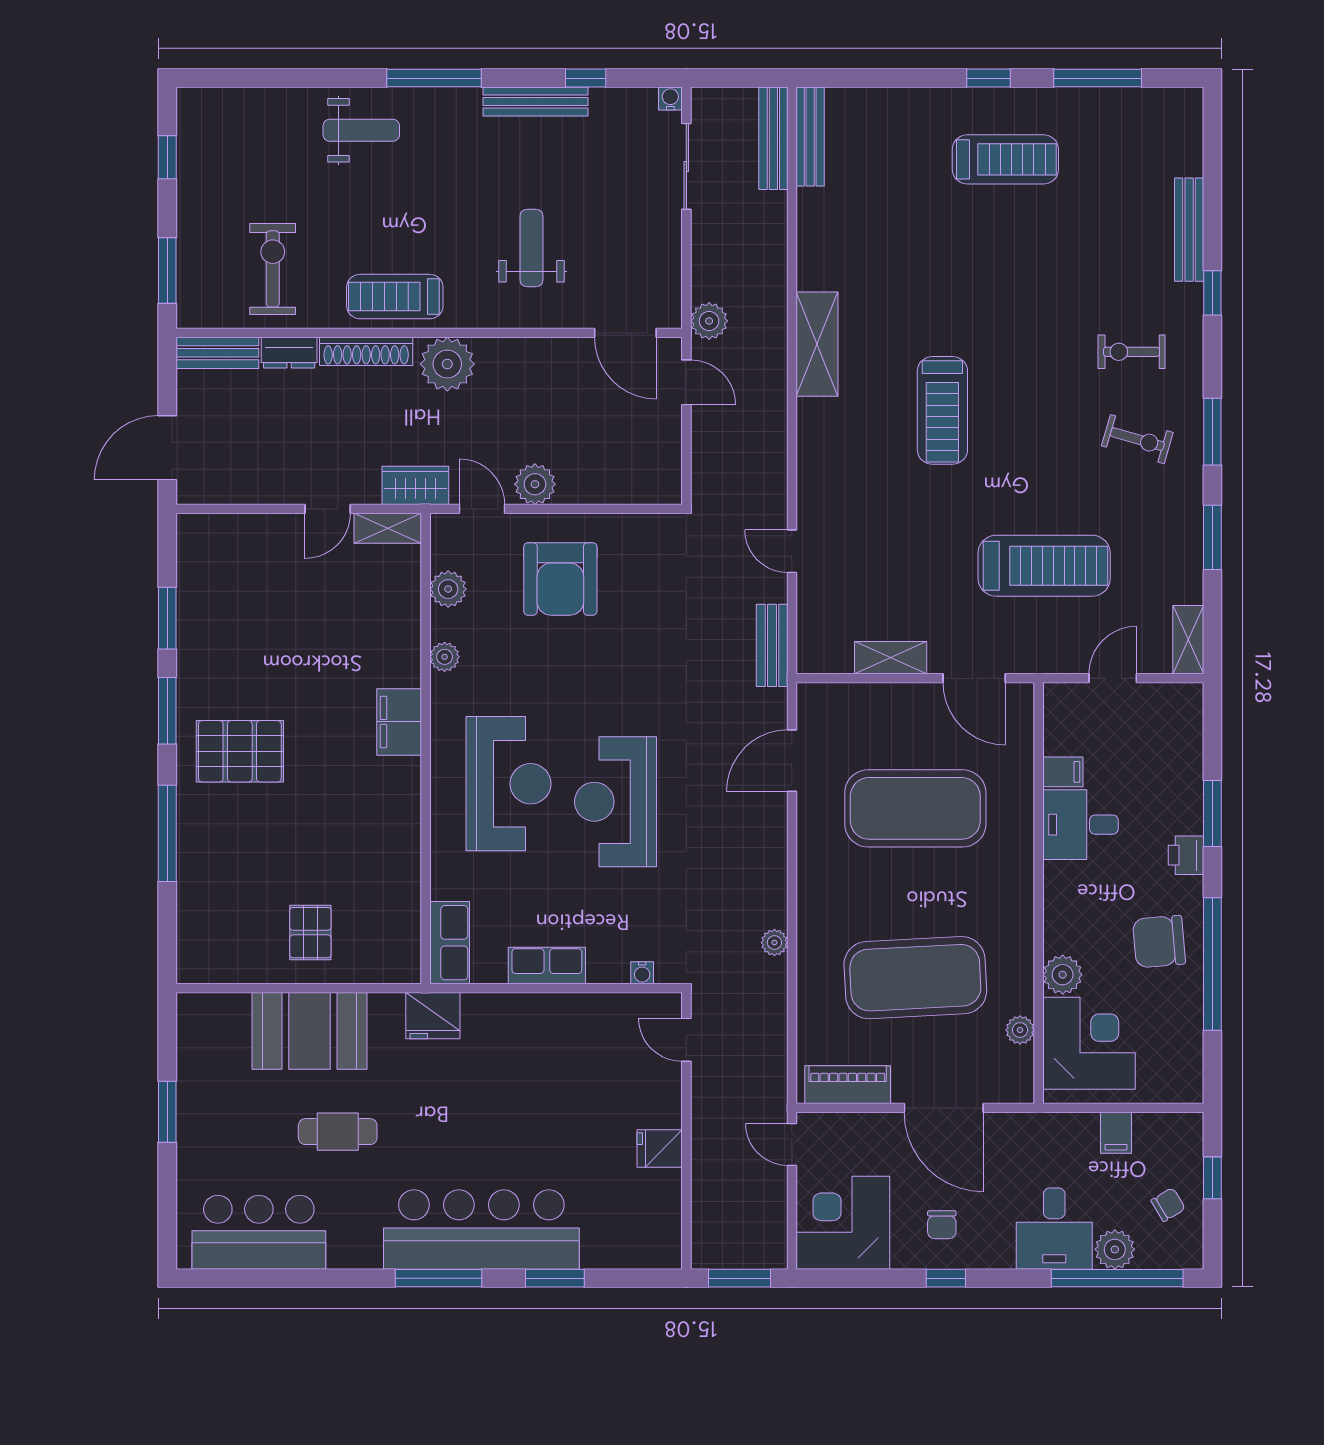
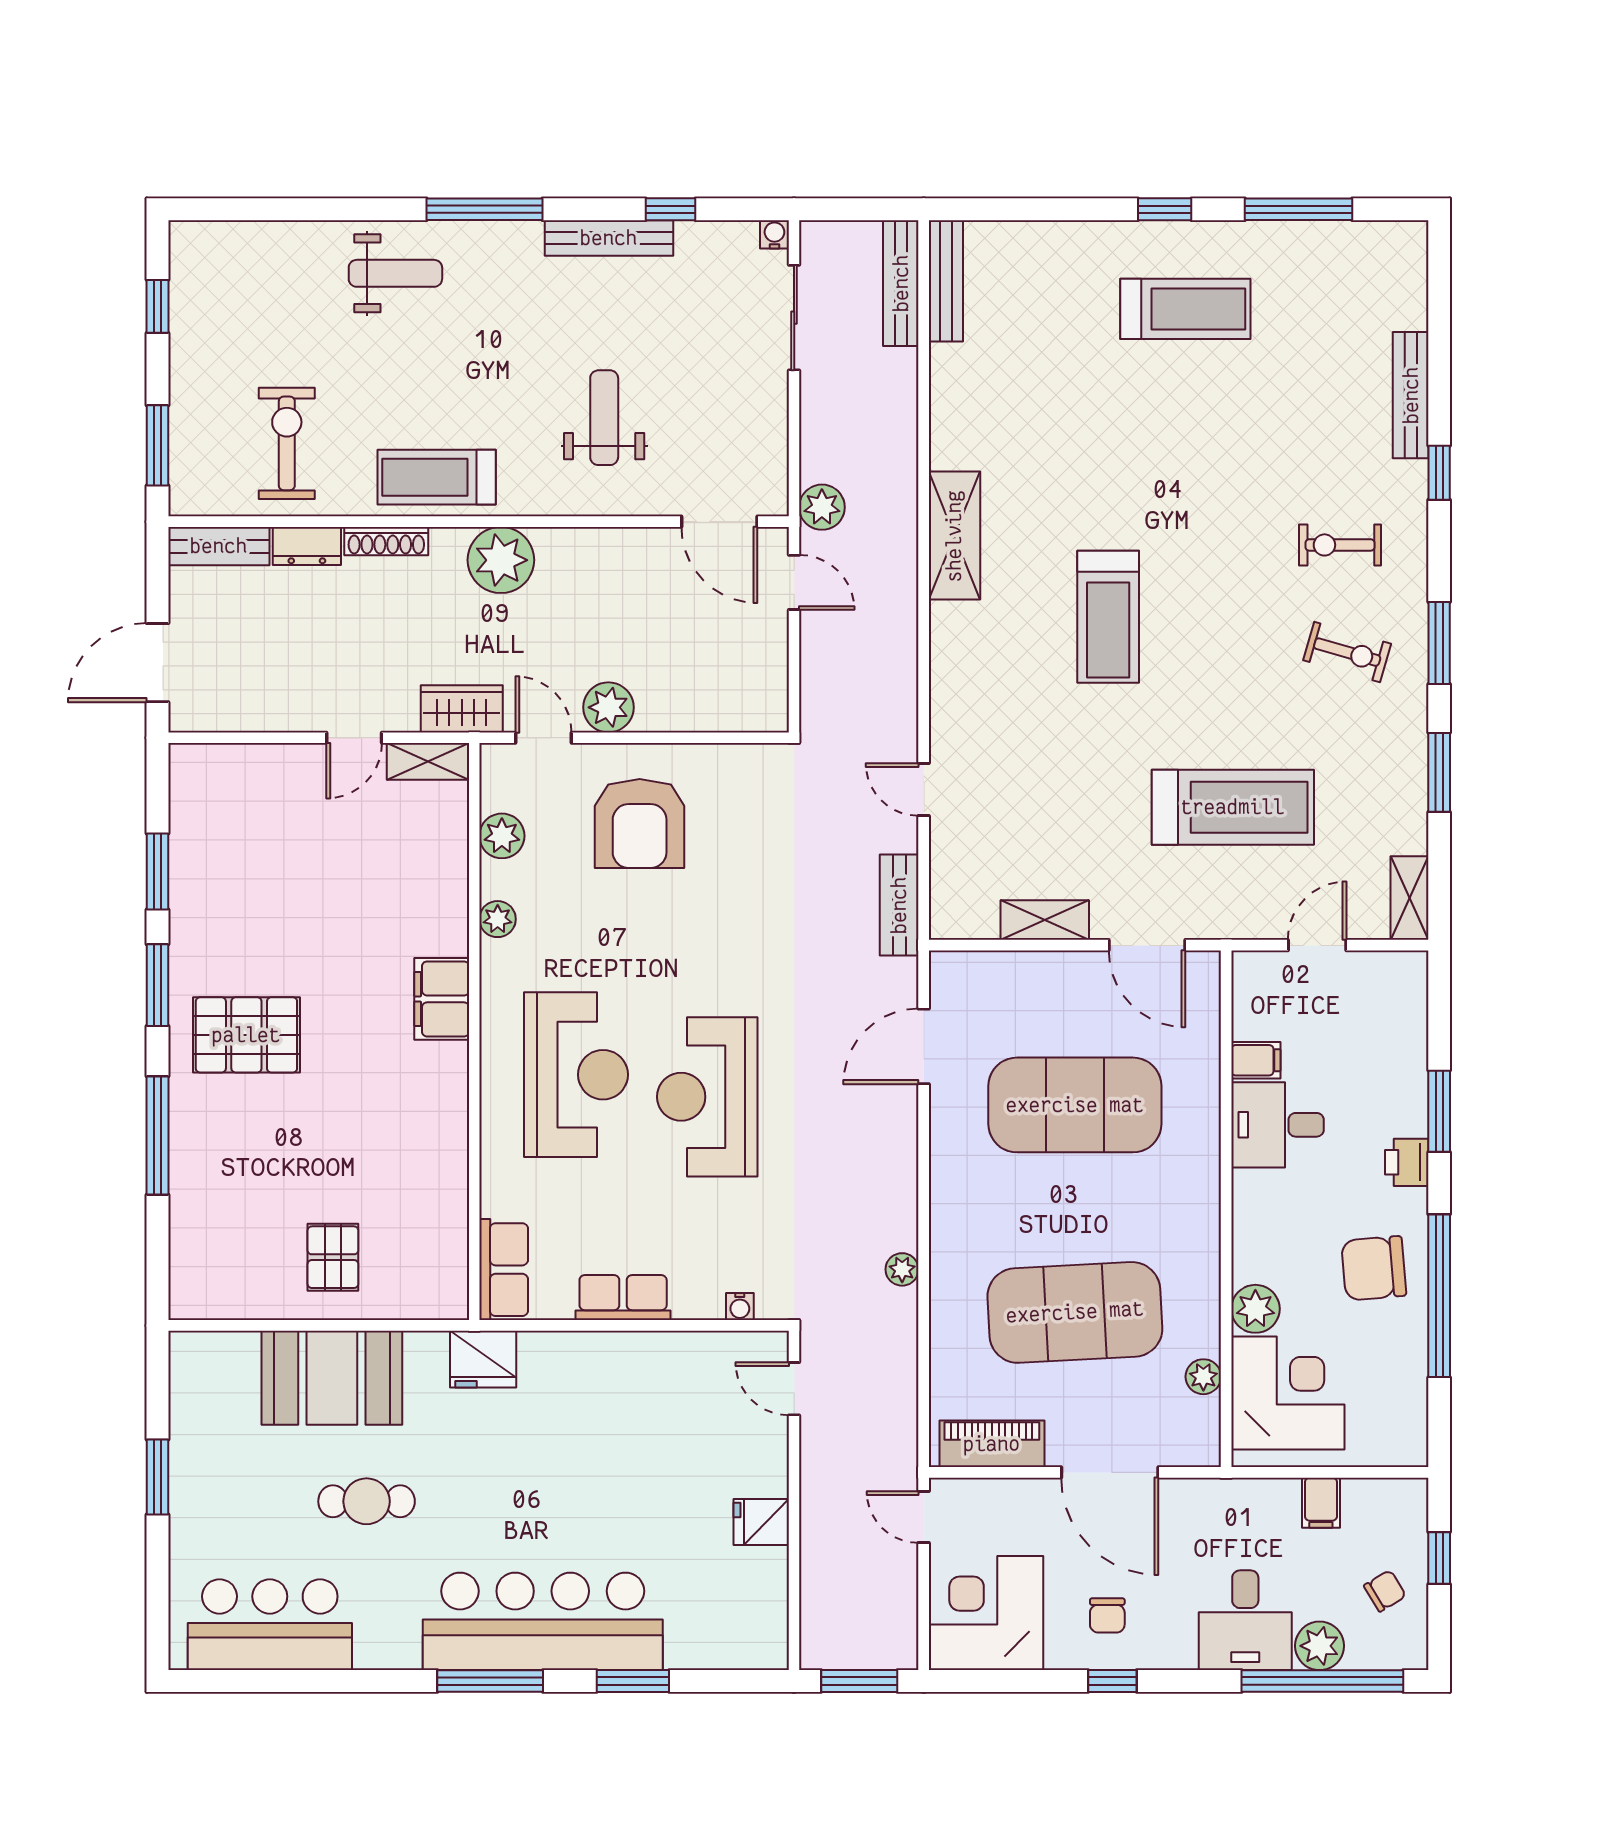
shoe rack: (366, 351) -> (386, 541), width x0.74, depth x0.81

